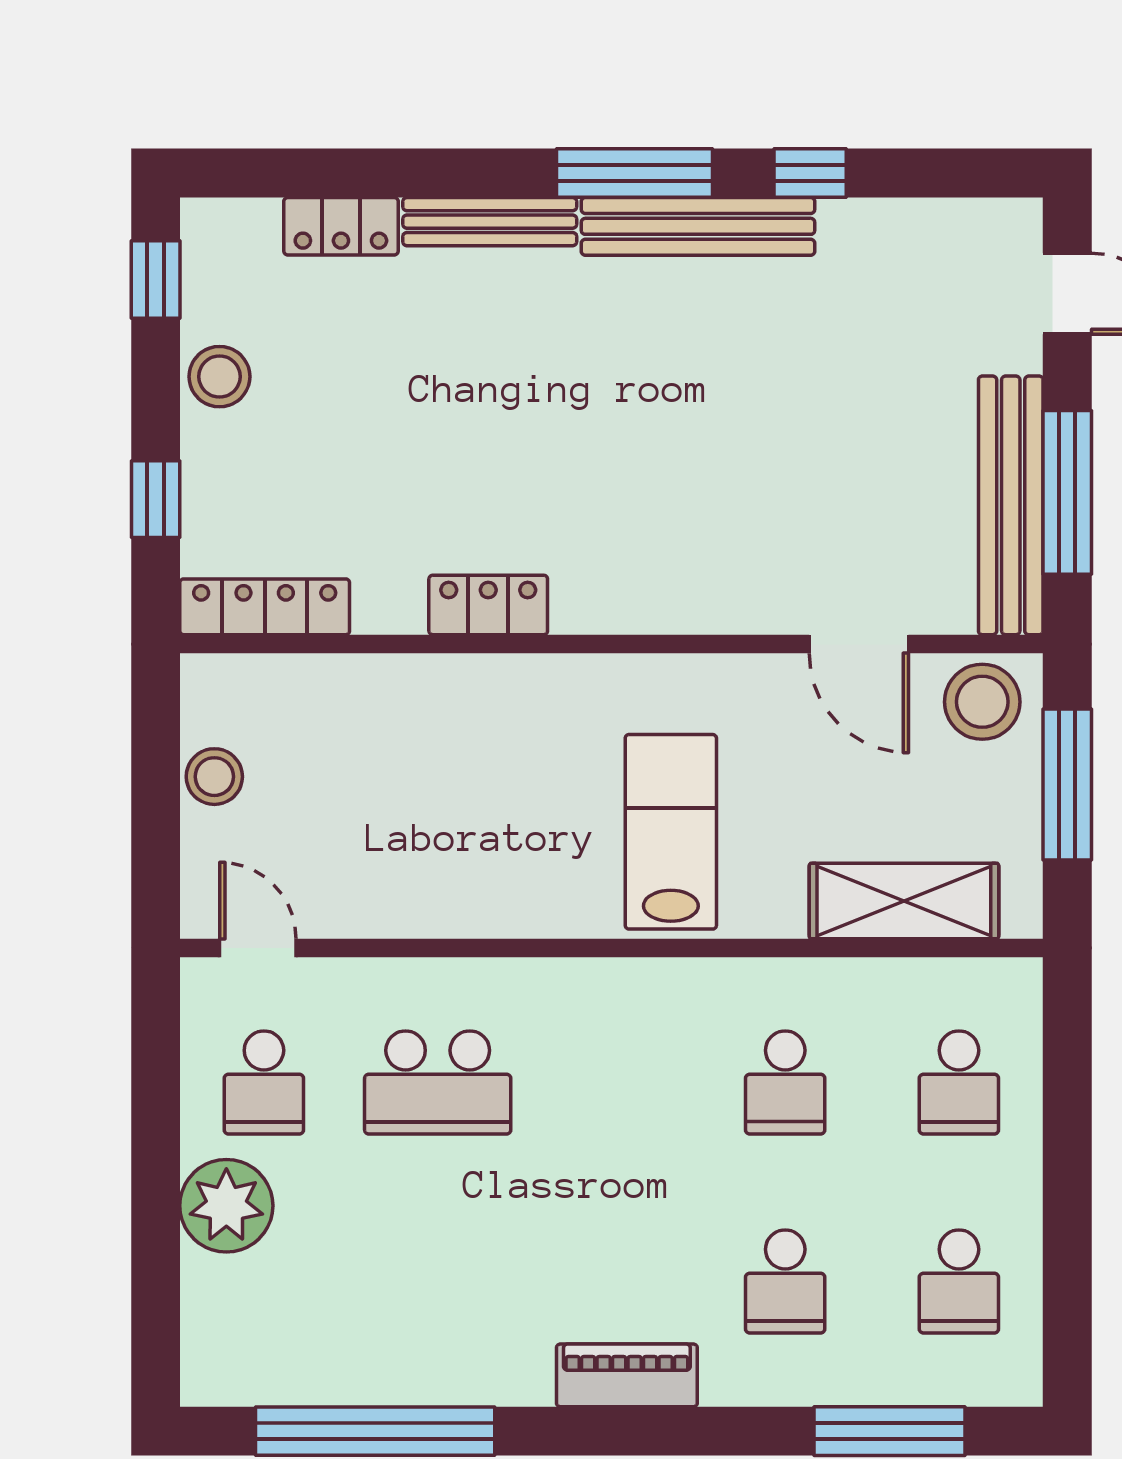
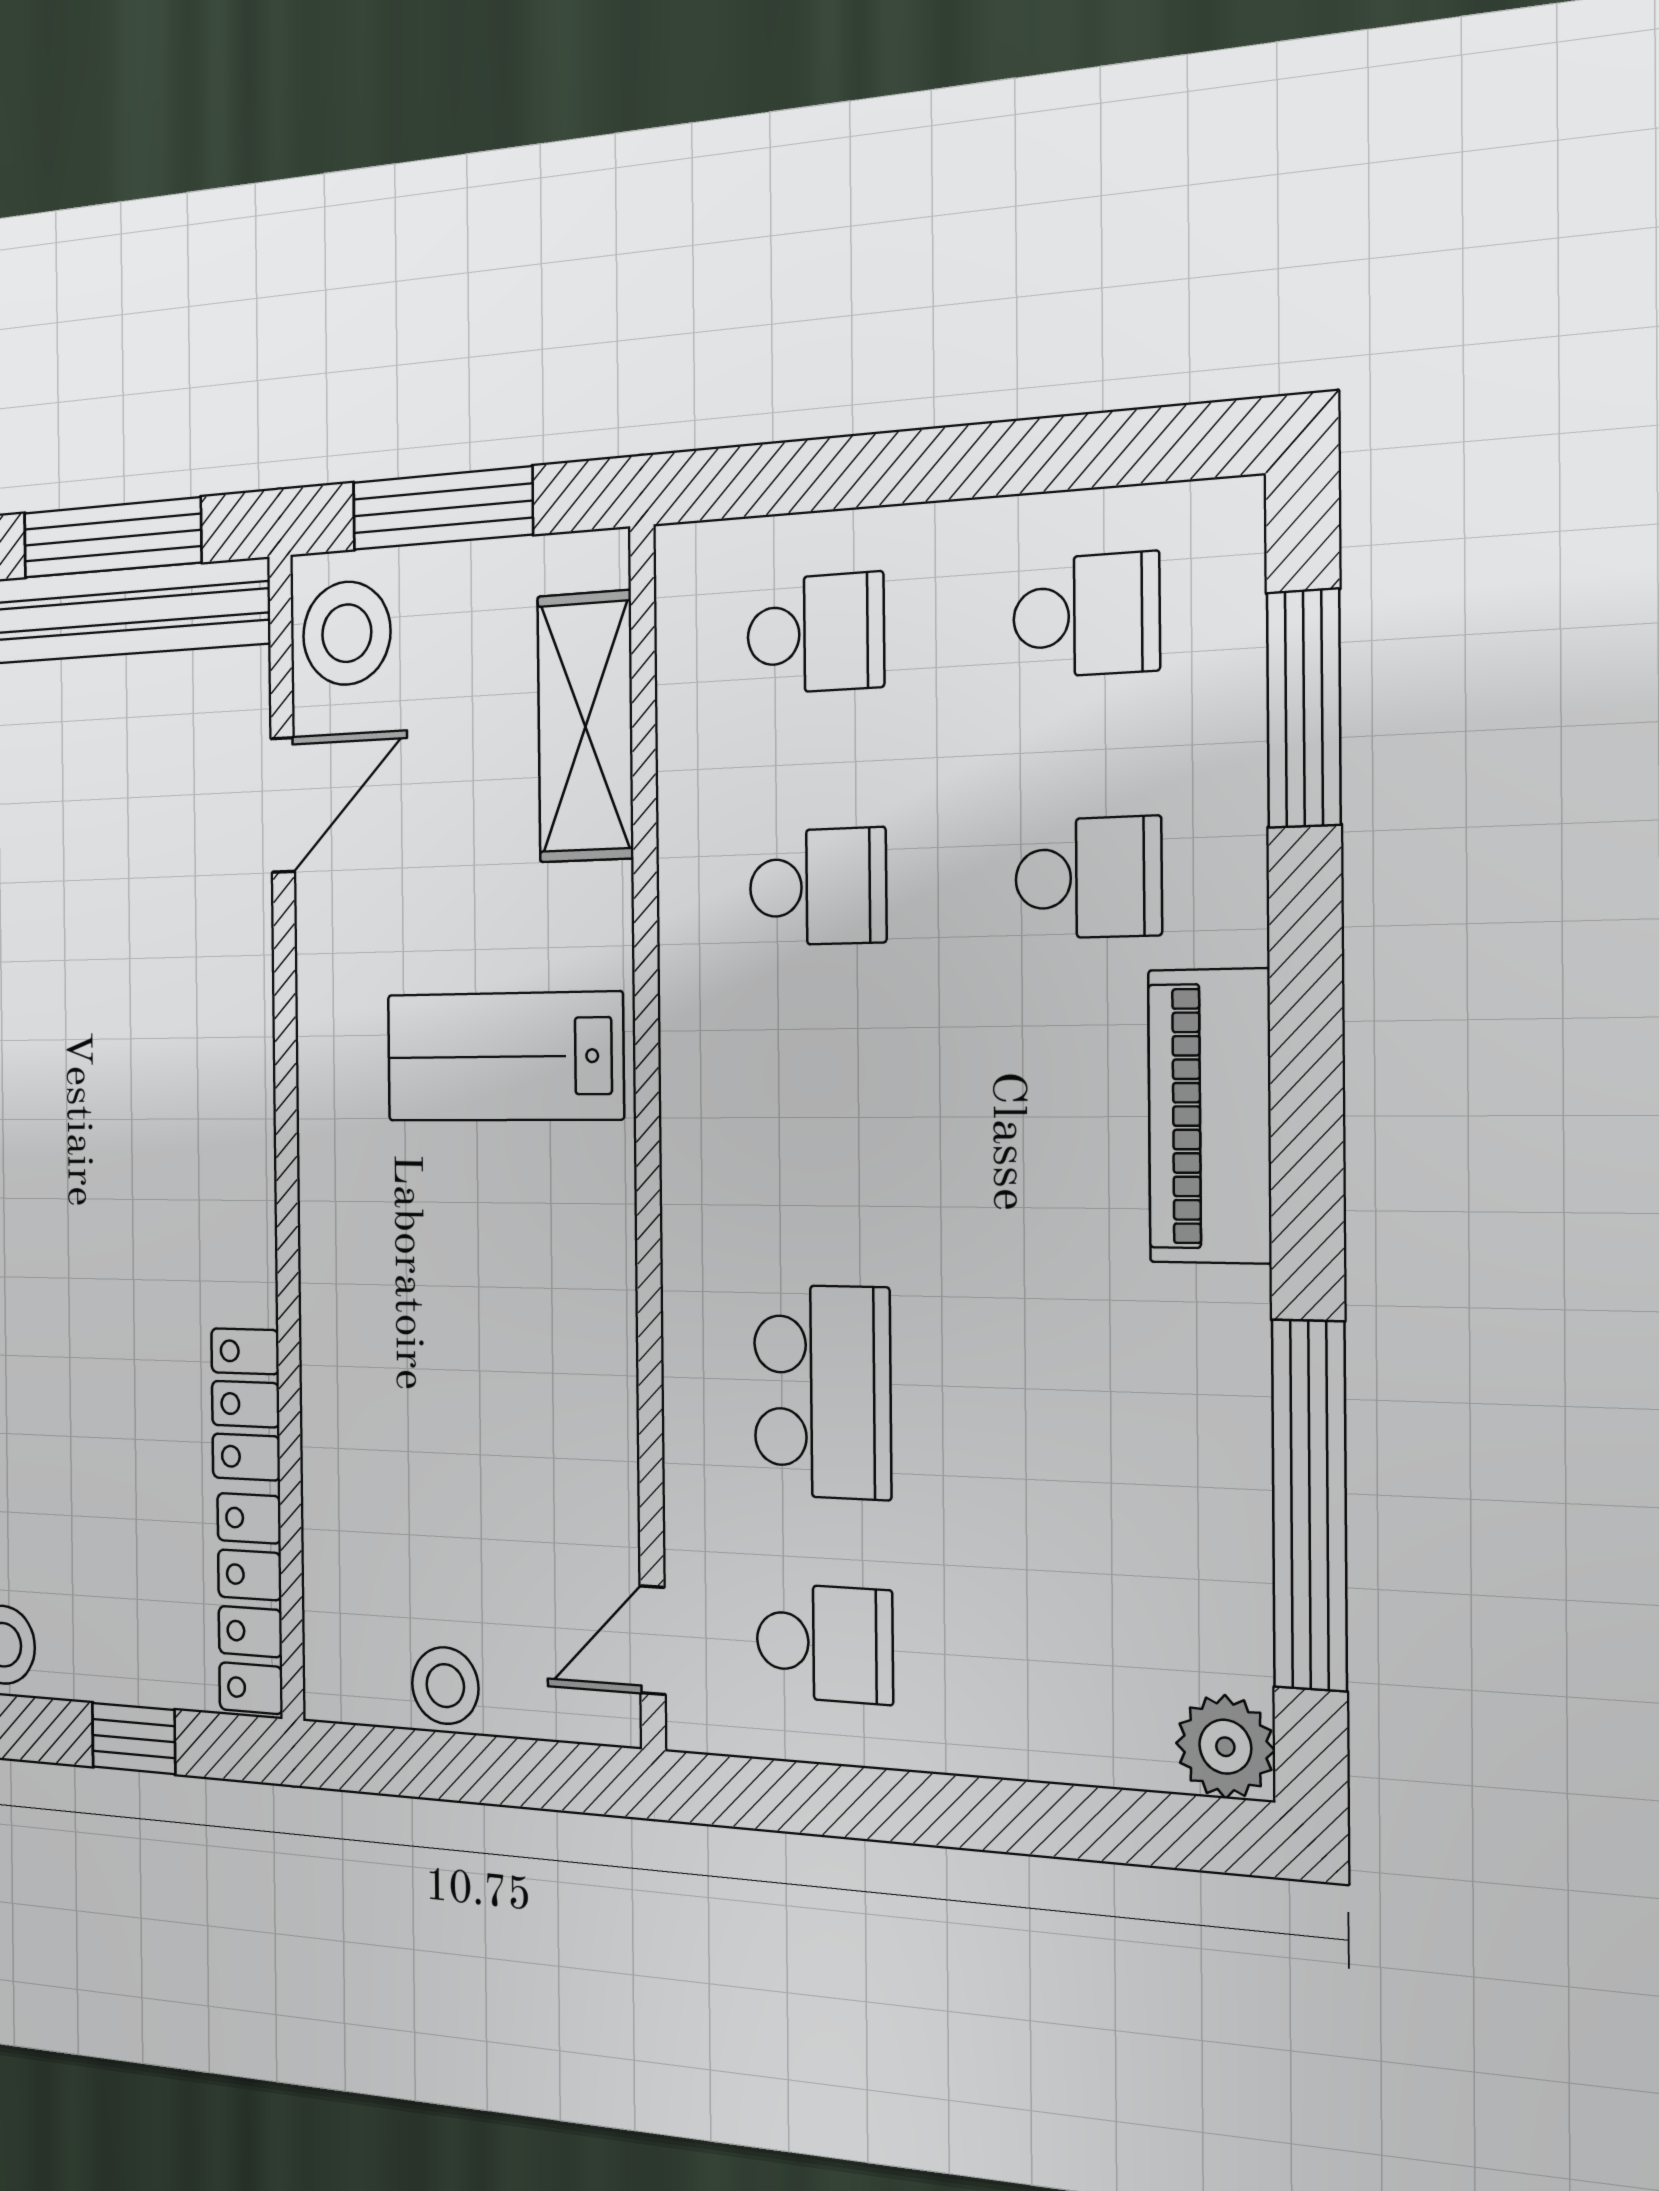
locker: (488, 605) -> (246, 1404), moved
plant: (226, 1206) -> (1225, 1747), moved, width x0.73, depth x0.73
piano: (627, 1375) -> (1210, 1116), width x1.37, depth x1.33

